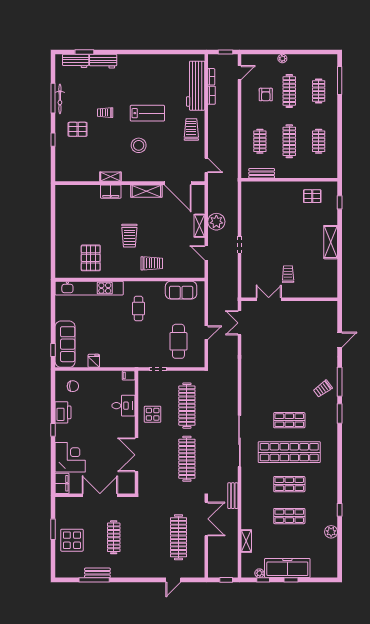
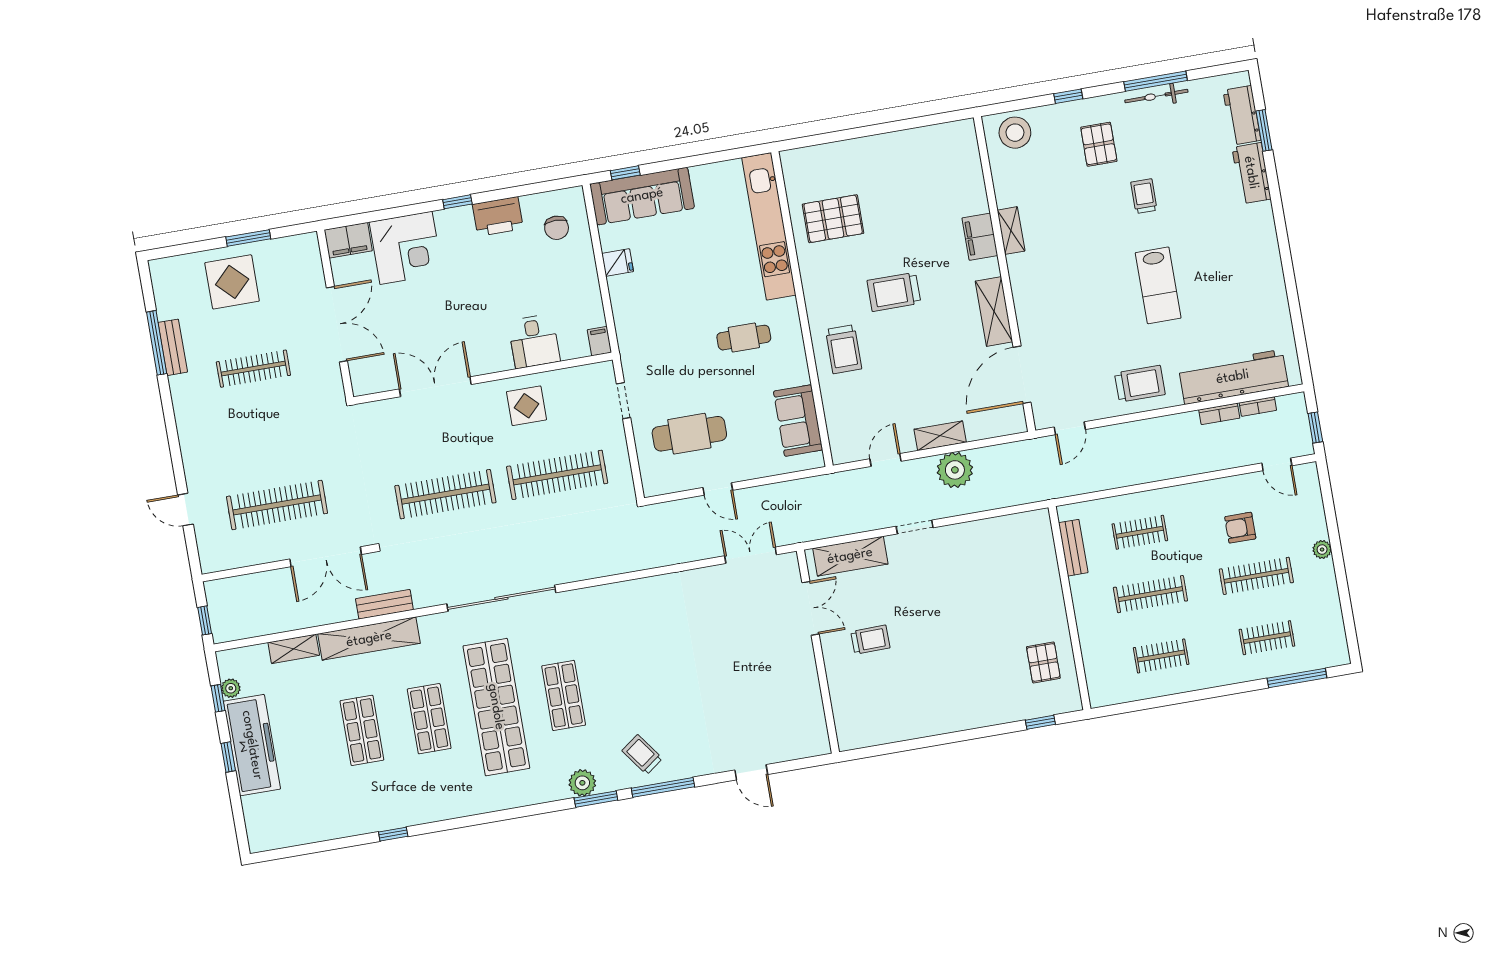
stool: (139, 145) -> (1015, 133), moved
shelving: (331, 242) -> (850, 556), moved
shelving: (247, 505) -> (369, 639), added
plant: (331, 532) -> (582, 783), moved

